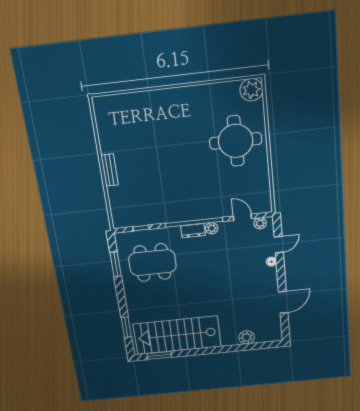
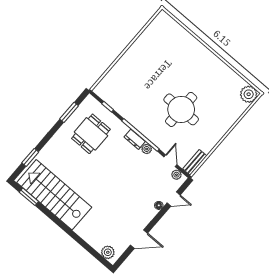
round table: (236, 141) -> (181, 109), moved
bench: (110, 170) -> (195, 162), moved
dining table: (152, 263) -> (91, 134), width x0.73
plant: (247, 337) -> (108, 252), moved

